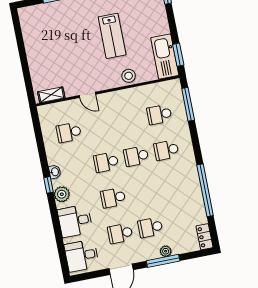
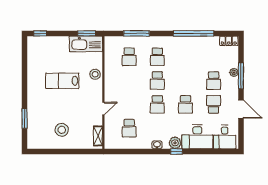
lab bench: (112, 36) -> (62, 81), turned 180
stool: (50, 47) -> (62, 130), added
window: (188, 104) -> (136, 33), moved
window: (49, 185) -> (177, 152), moved
desk: (75, 221) -> (197, 137), width x1.37
school desk: (120, 233) -> (214, 104), turned 180

